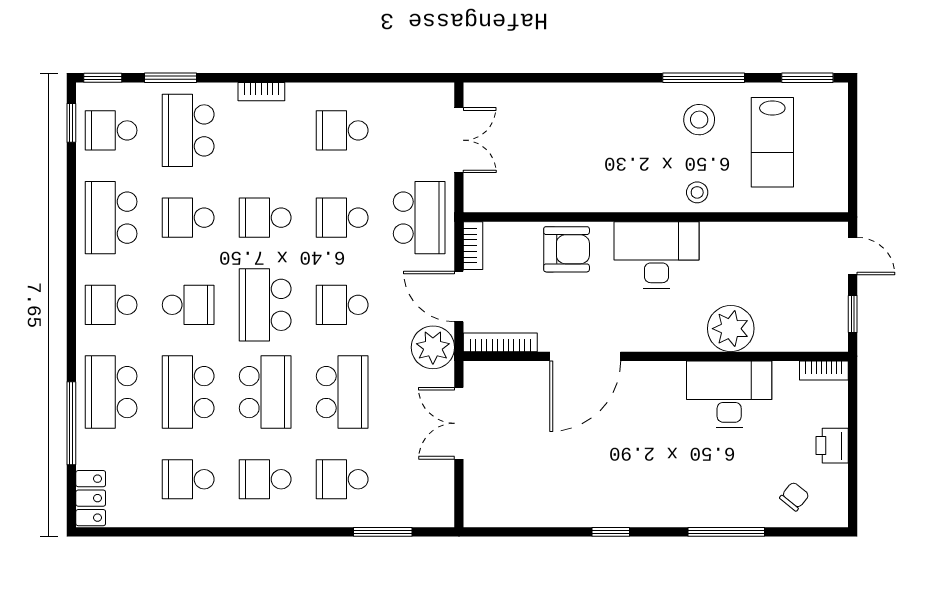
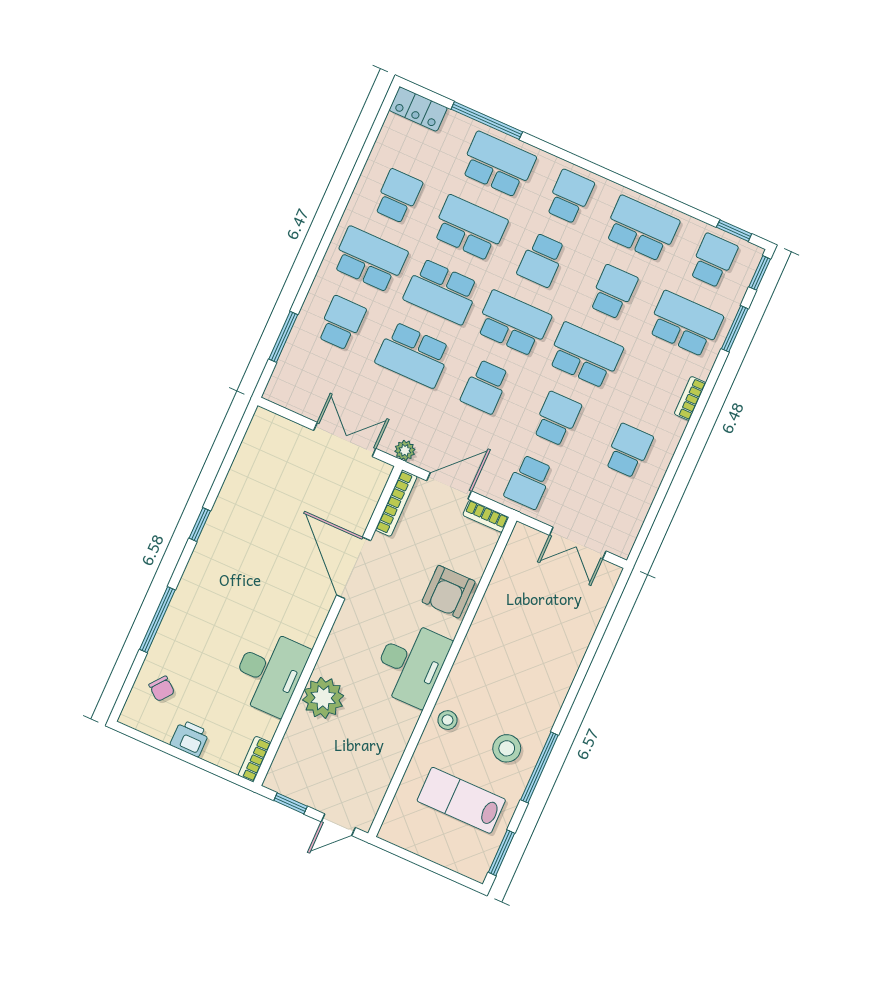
school desk: (265, 218) -> (585, 355), width x1.85
school desk: (419, 218) -> (529, 482), width x0.54
school desk: (342, 305) -> (485, 387), turned 180
plant: (433, 347) -> (405, 450), width x0.53, depth x0.53
school desk: (265, 479) -> (370, 259), width x1.85

